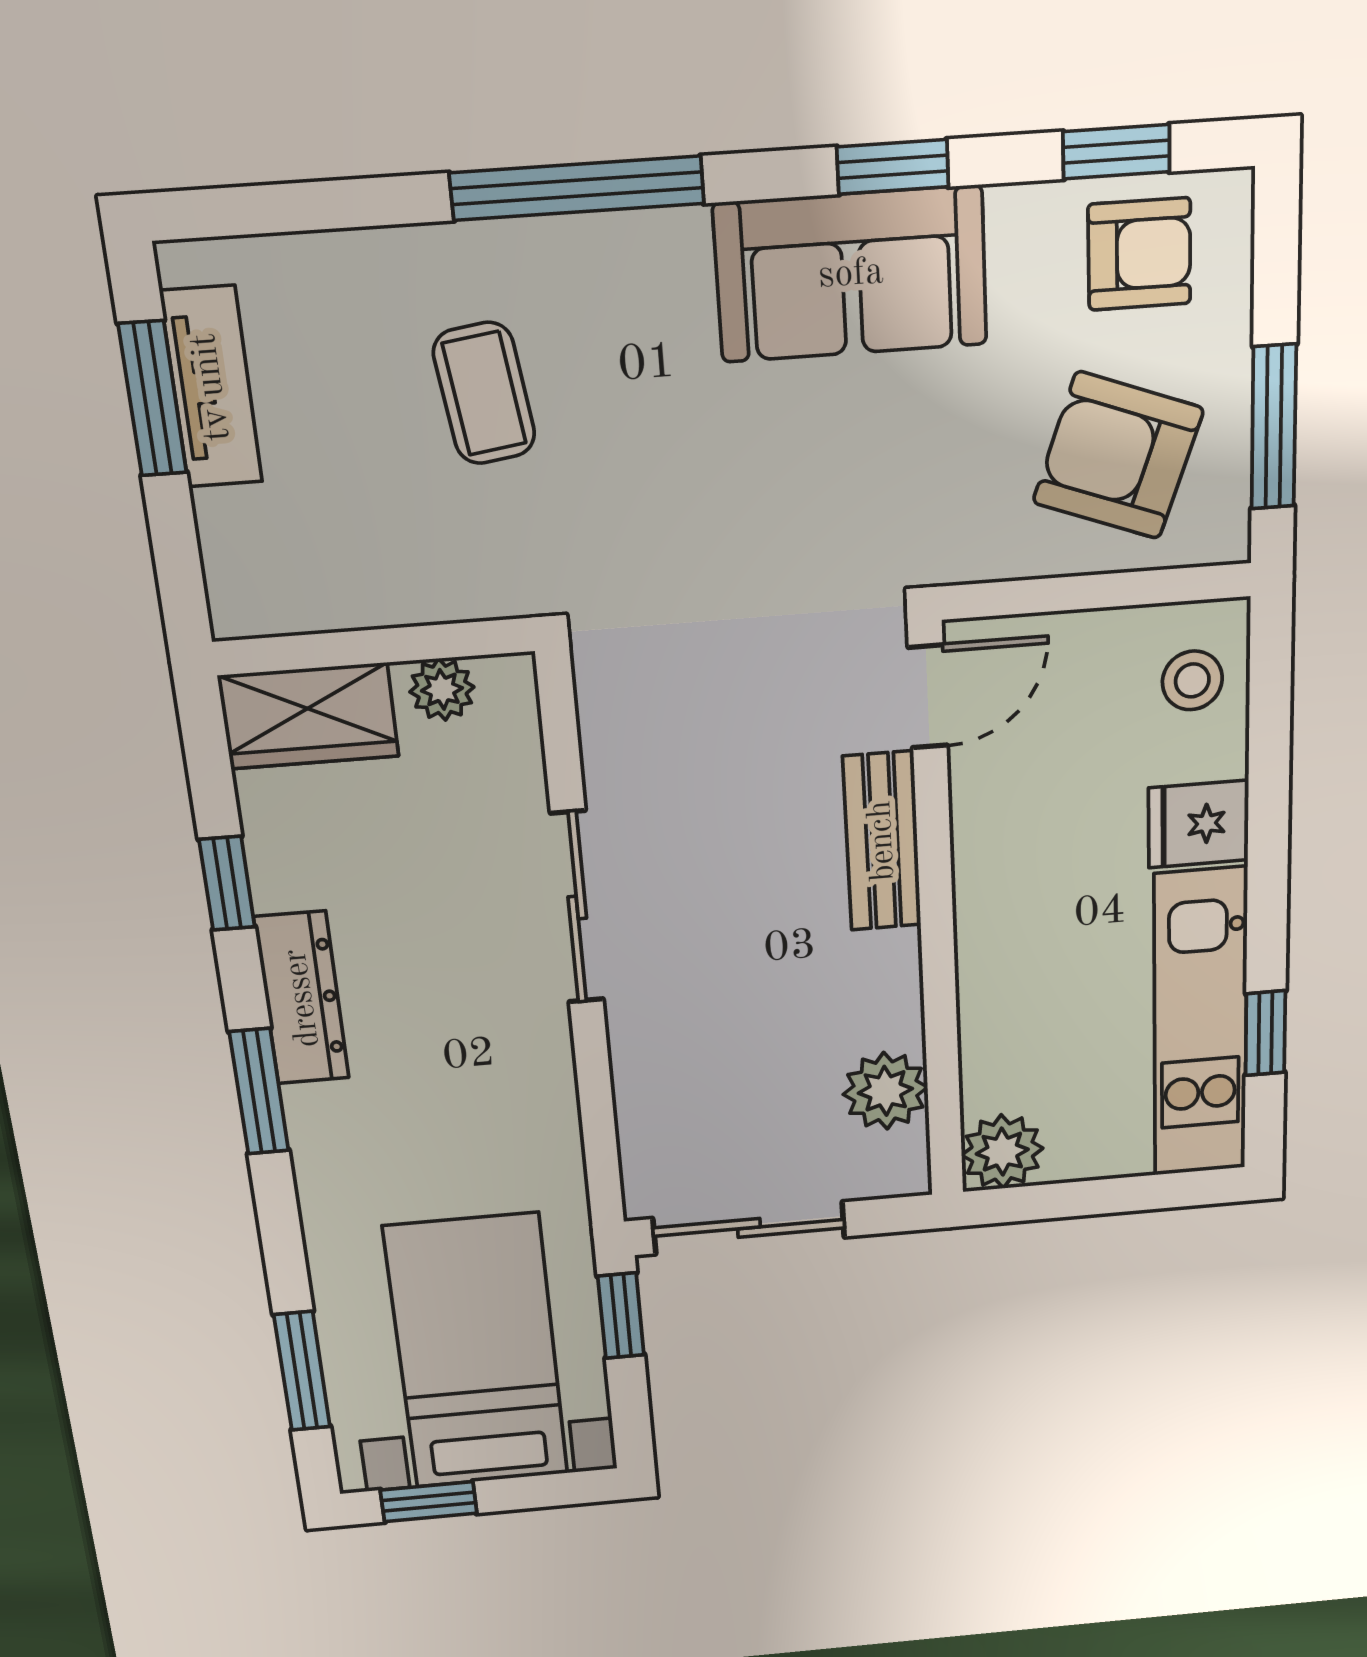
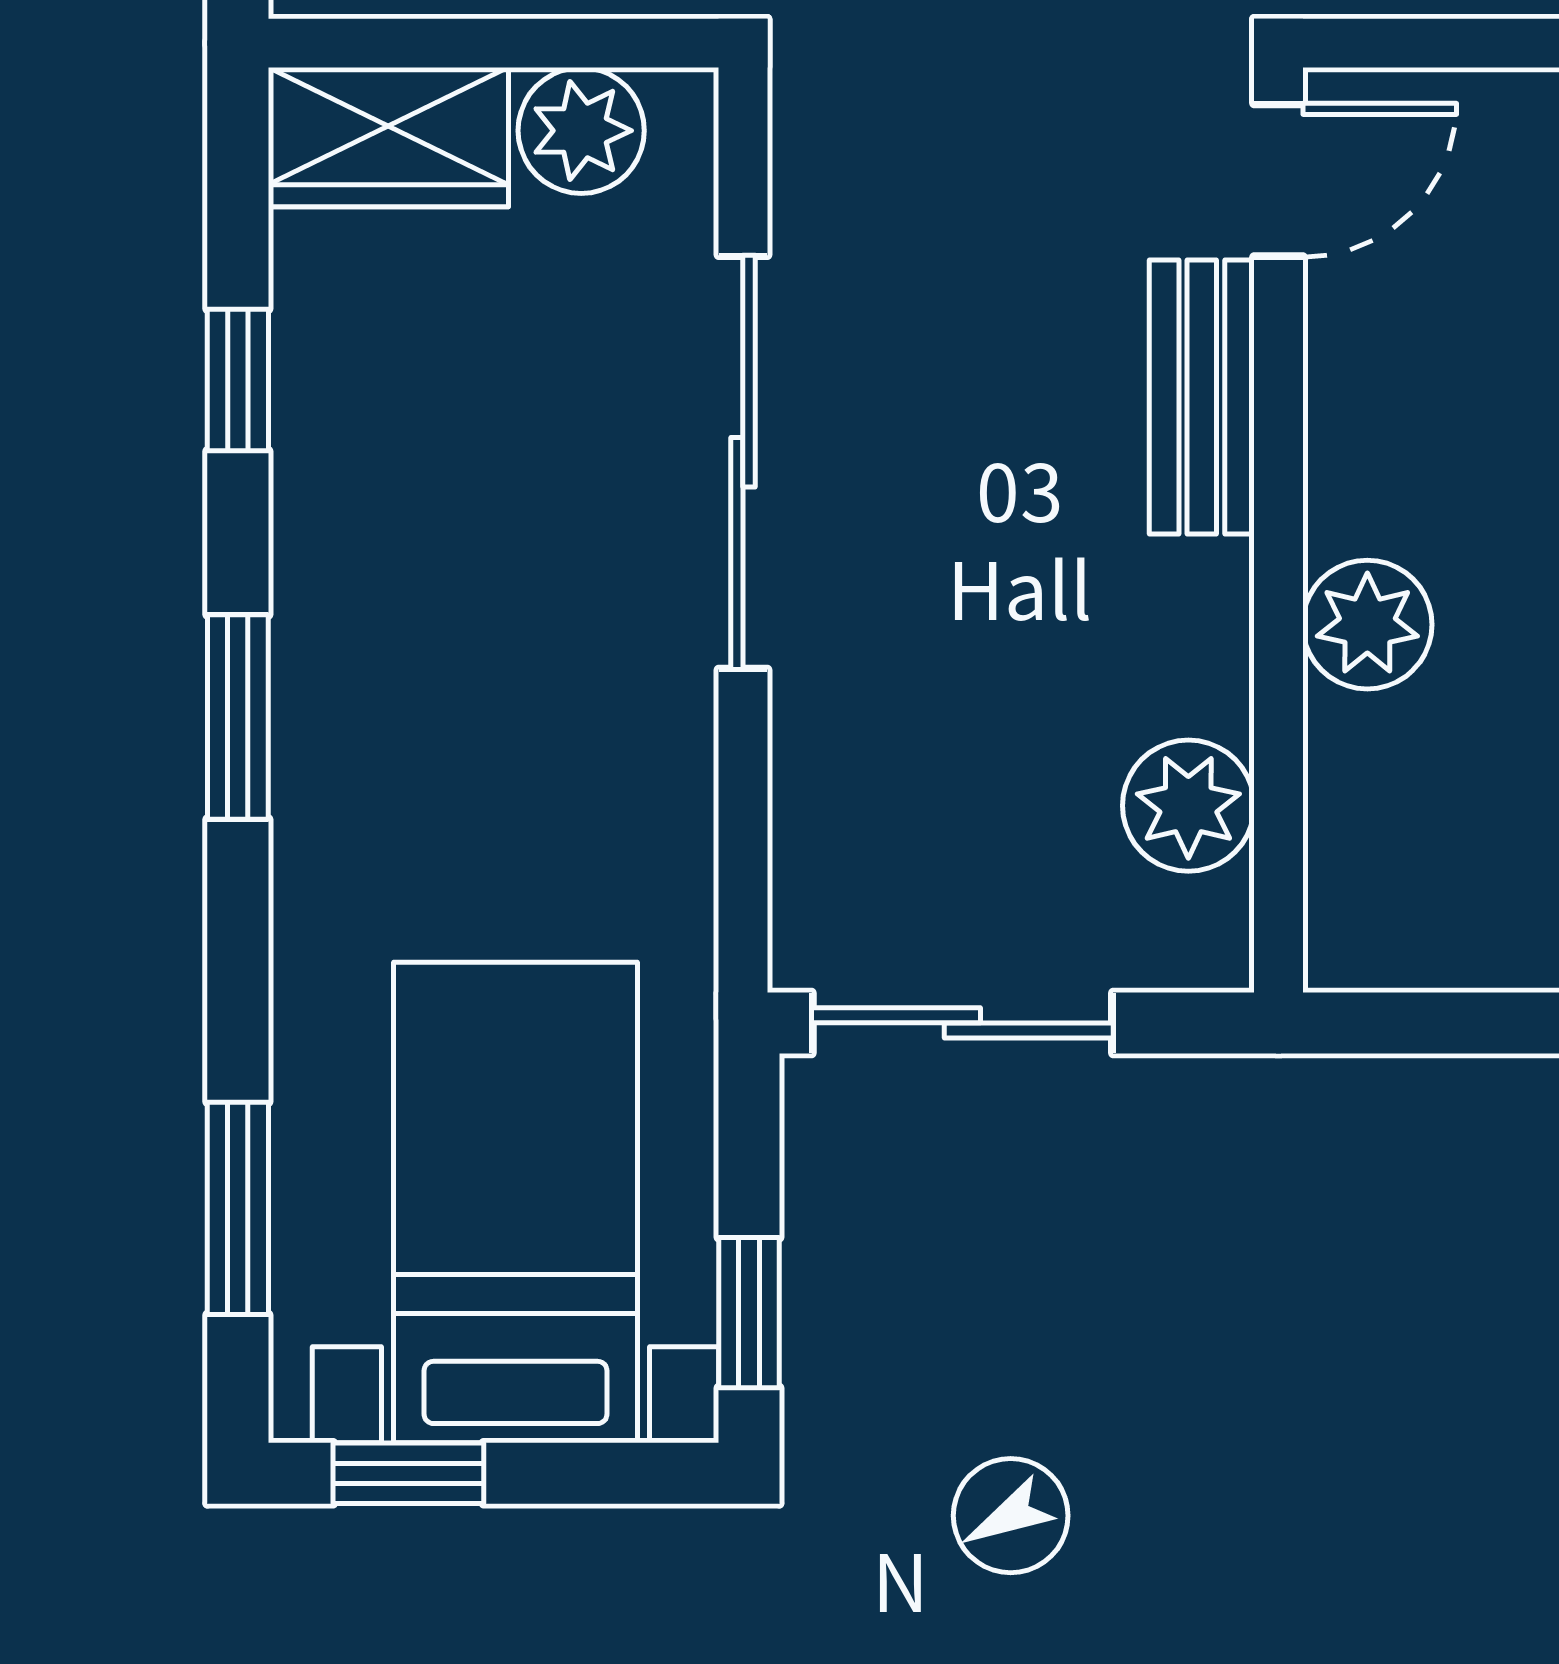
plant: (442, 689) -> (581, 131), width x1.38, depth x1.38
sliding door: (577, 908) -> (743, 462), width x1.37
dresser: (302, 998) -> (321, 570), removed
plant: (1002, 1152) -> (1367, 625), moved
window: (621, 1316) -> (749, 1313), moved

